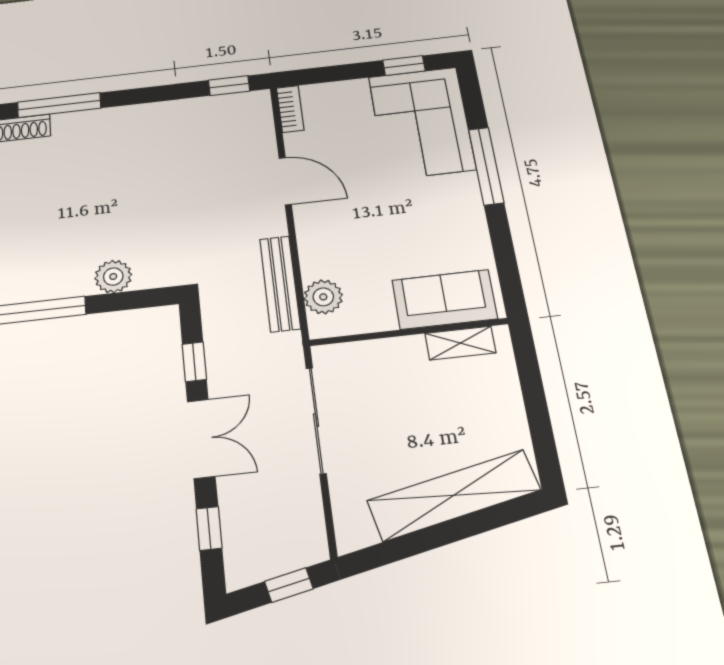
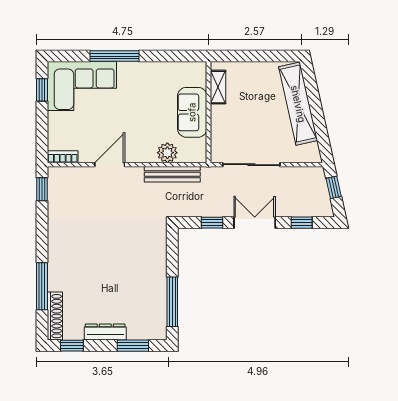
plant: (113, 277) -> (157, 261), removed
plant: (323, 297) -> (167, 153), moved
sofa: (444, 299) -> (192, 112), moved

